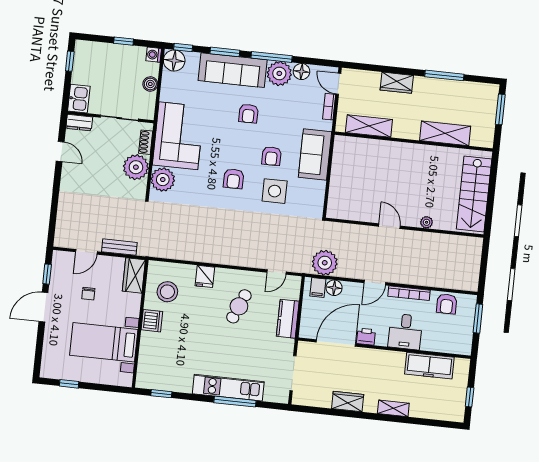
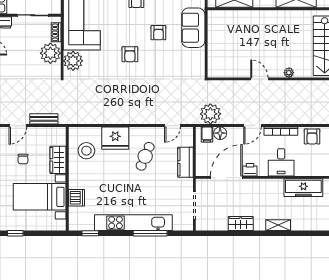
side table: (275, 191) -> (164, 61), removed
wardrobe: (134, 275) -> (58, 160), moved
fridge: (205, 276) -> (115, 138), width x1.88, depth x1.34
dishwasher: (152, 321) -> (76, 198), moved
kitchen unit: (228, 388) -> (133, 223), width x1.36

